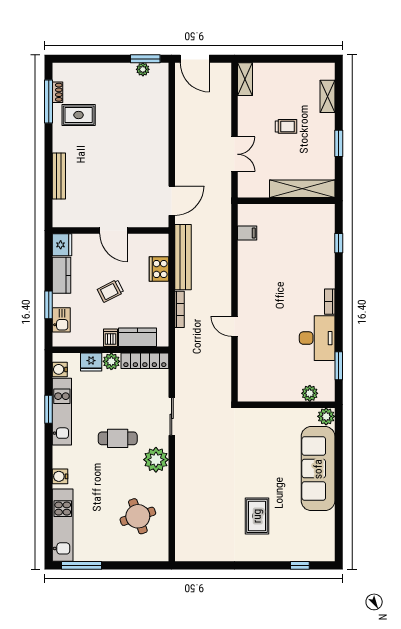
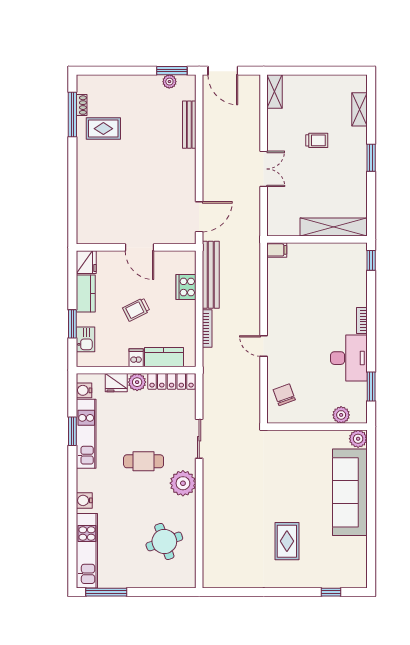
bench: (59, 176) -> (189, 125), moved
shelving: (302, 189) -> (334, 227), moved
wall: (286, 201) -> (317, 239), moved
chair: (254, 374) -> (284, 395), added

